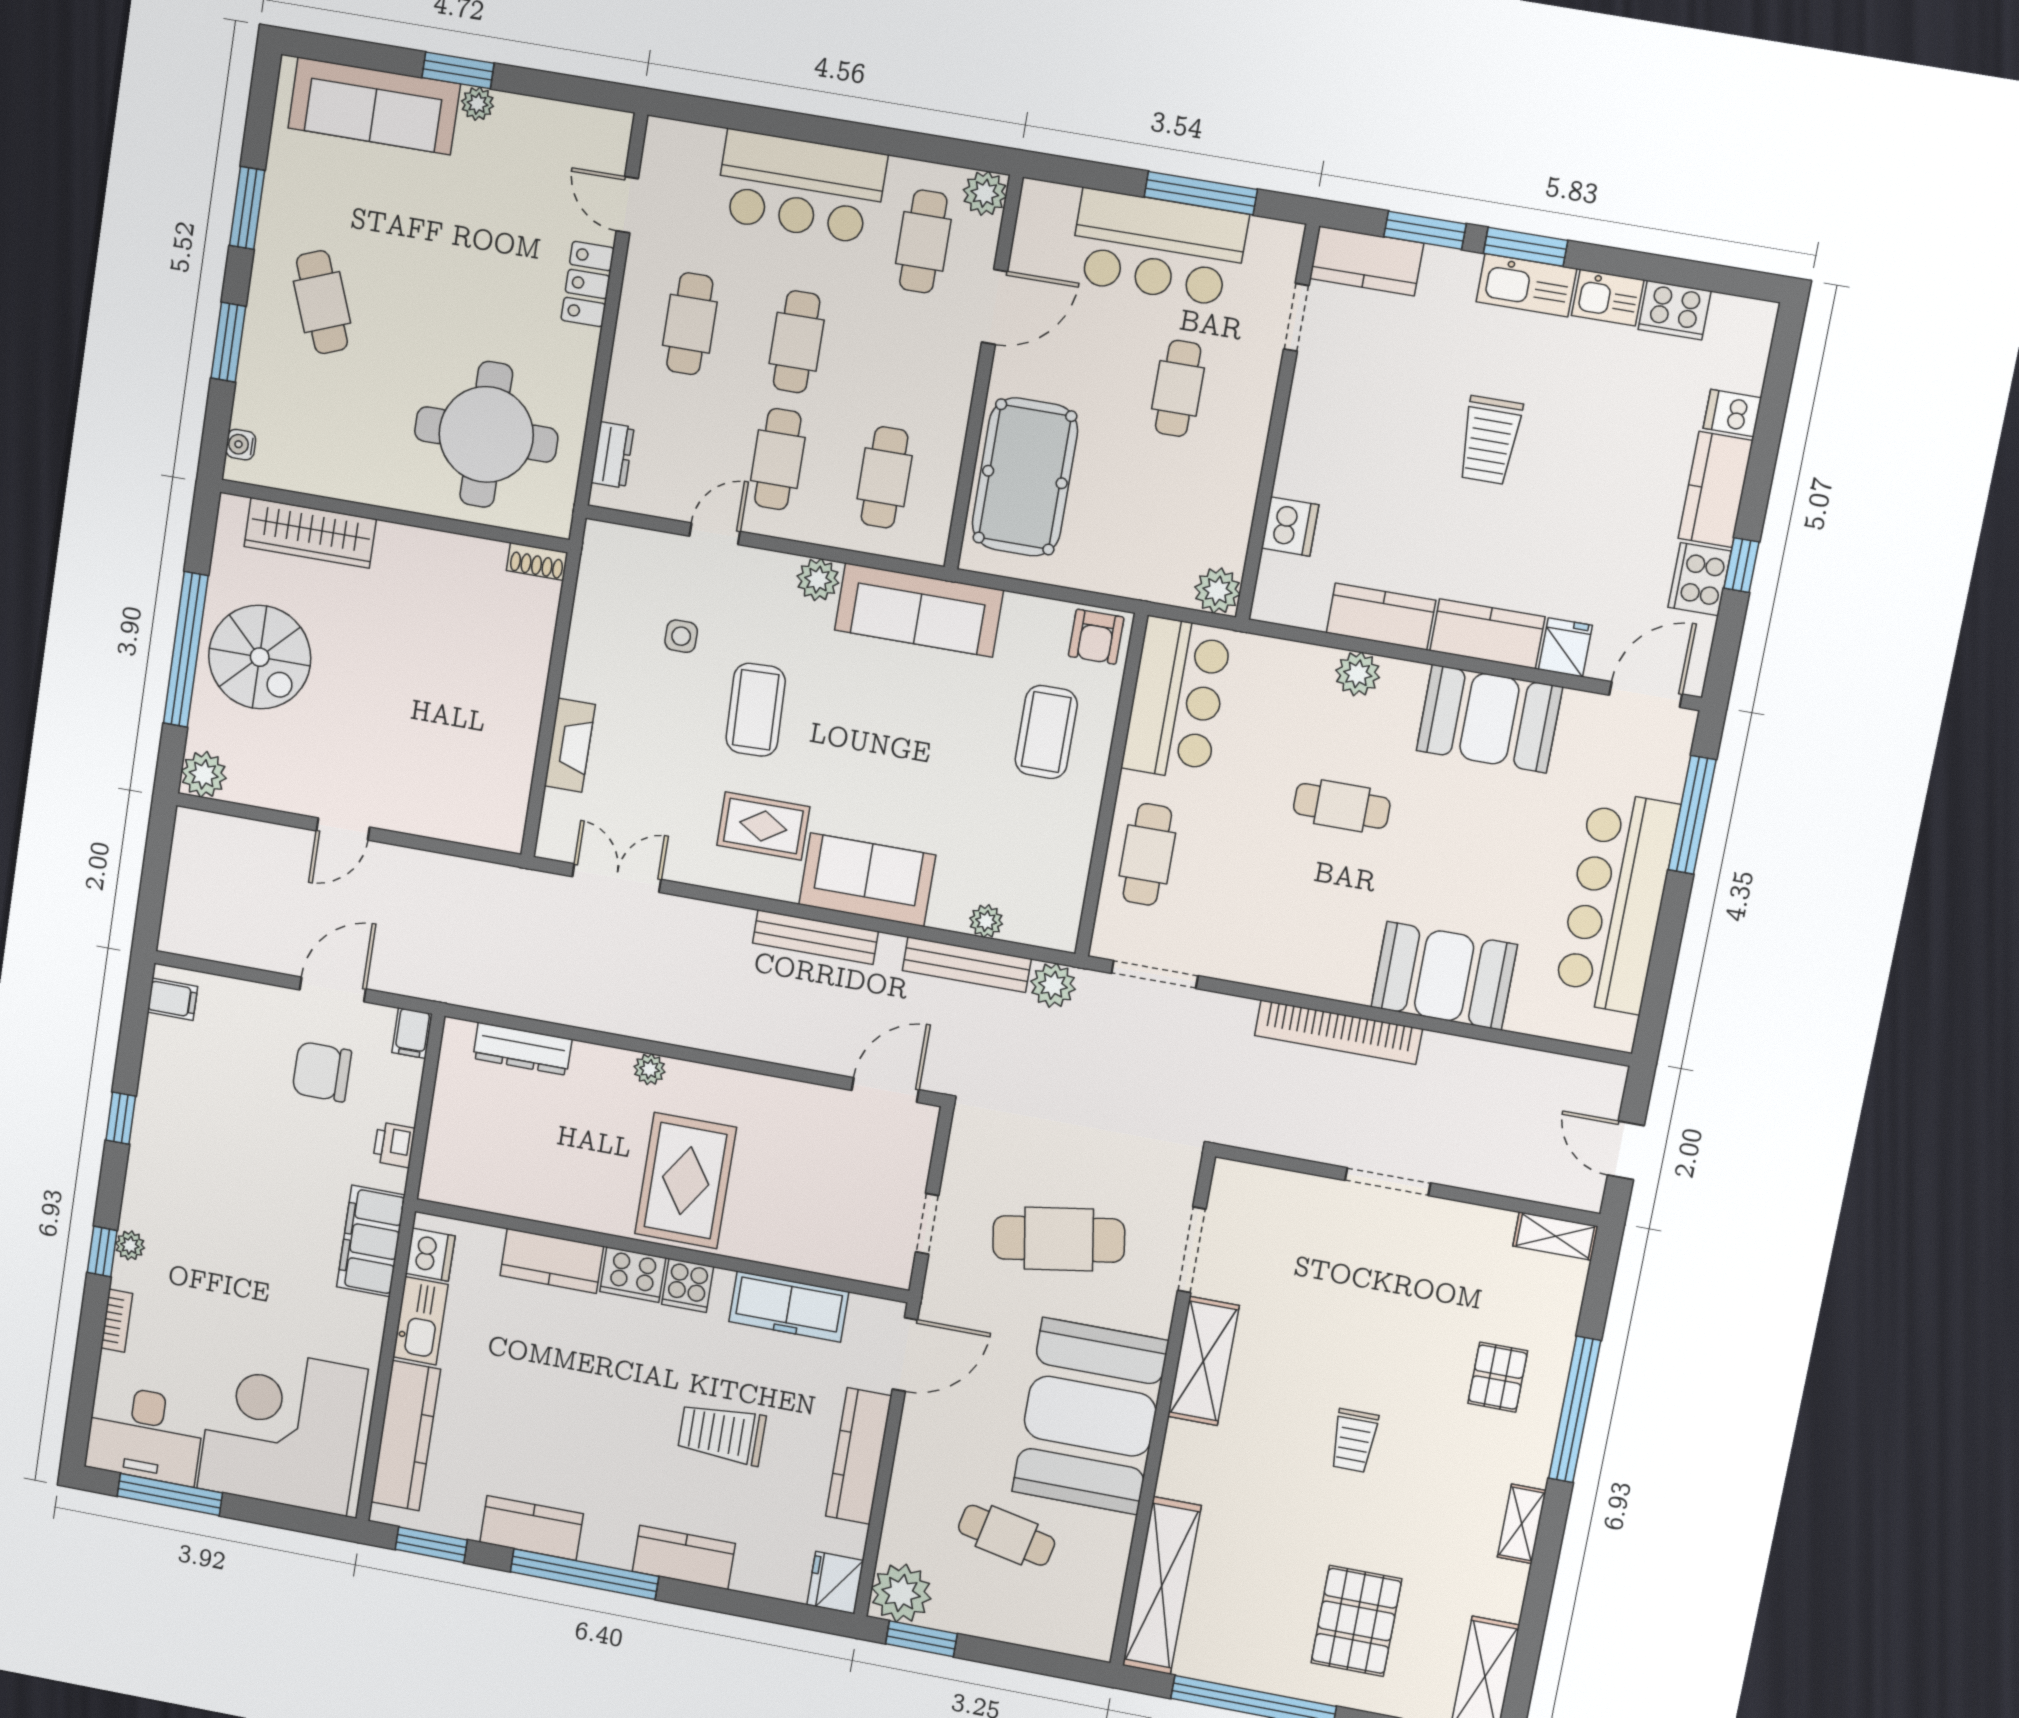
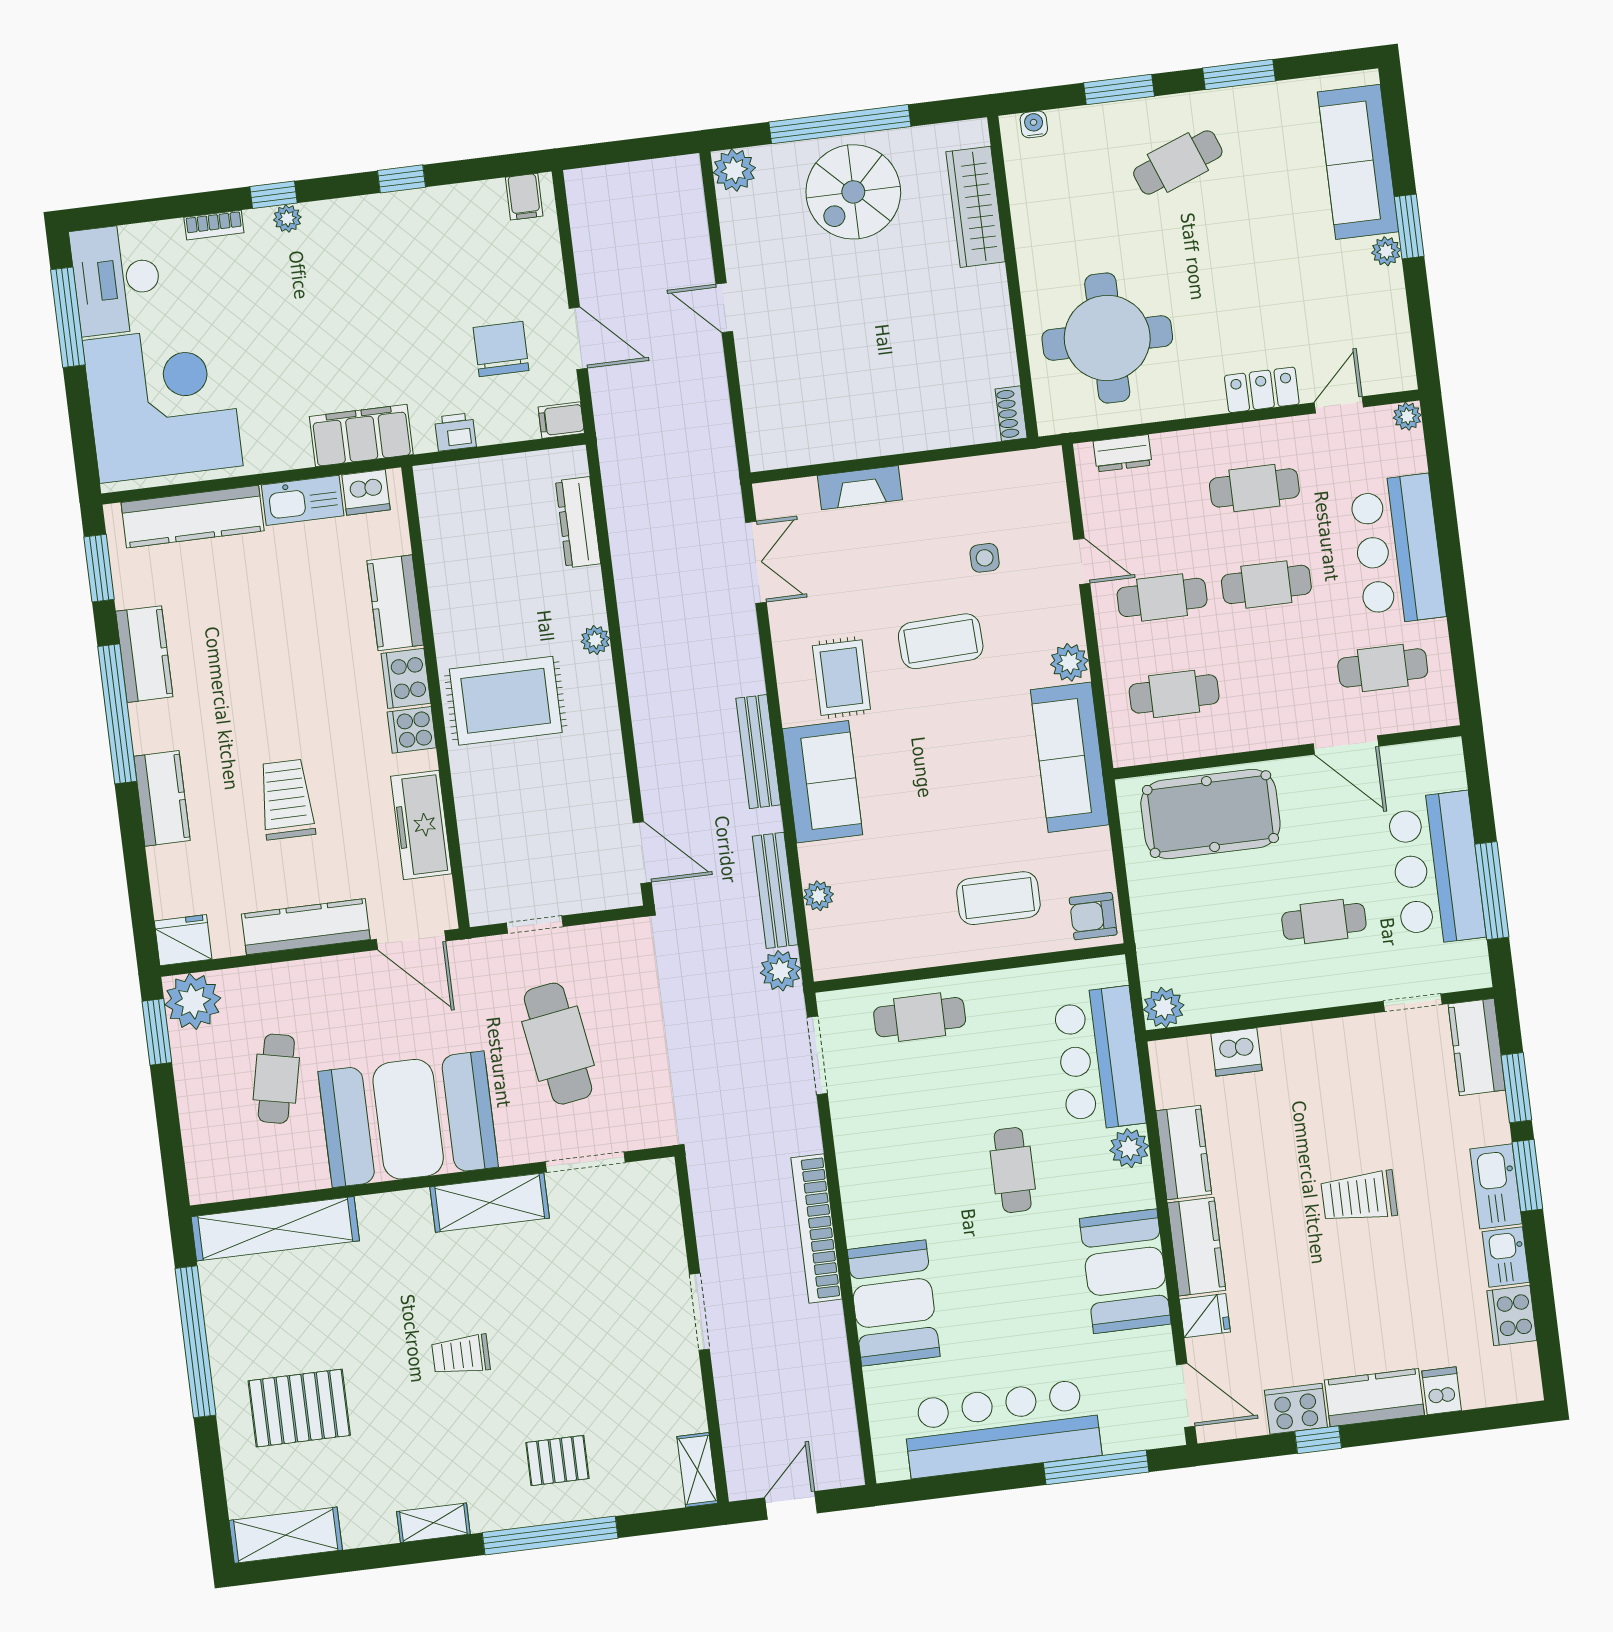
plant: (985, 193) -> (1407, 416), moved, width x0.73, depth x0.73
bar counter: (1177, 699) -> (1099, 1059), moved, turned 90

